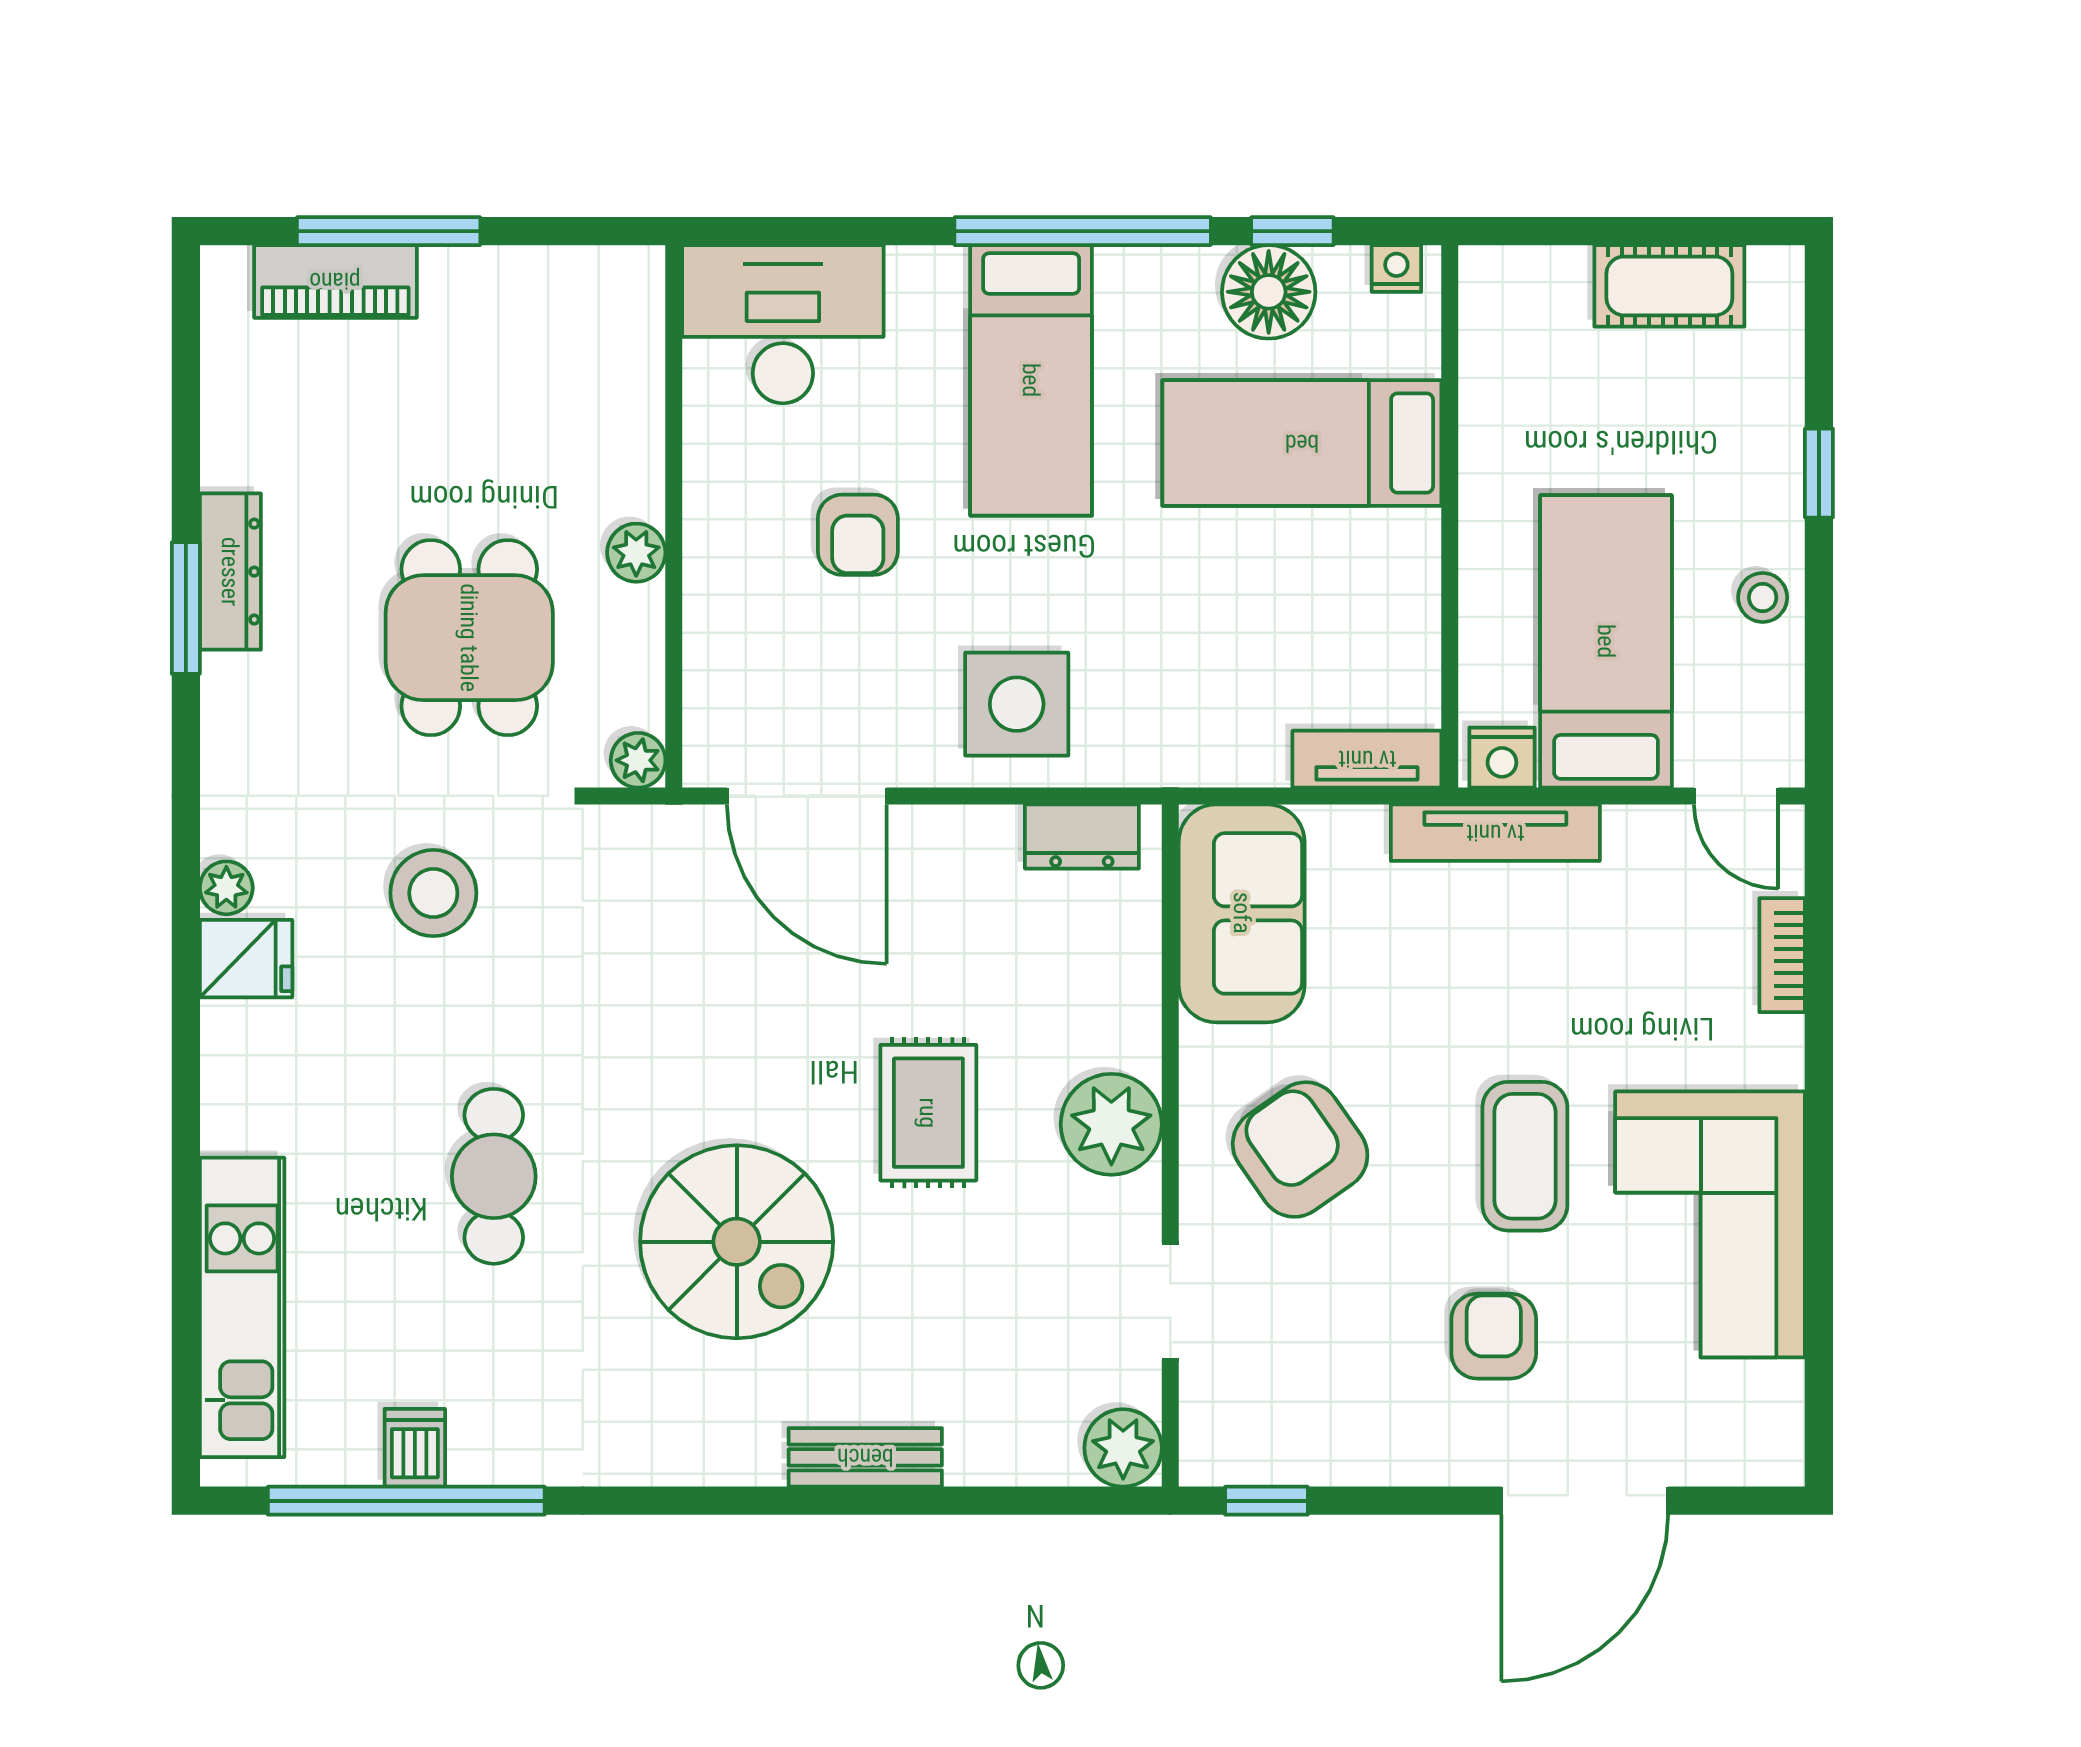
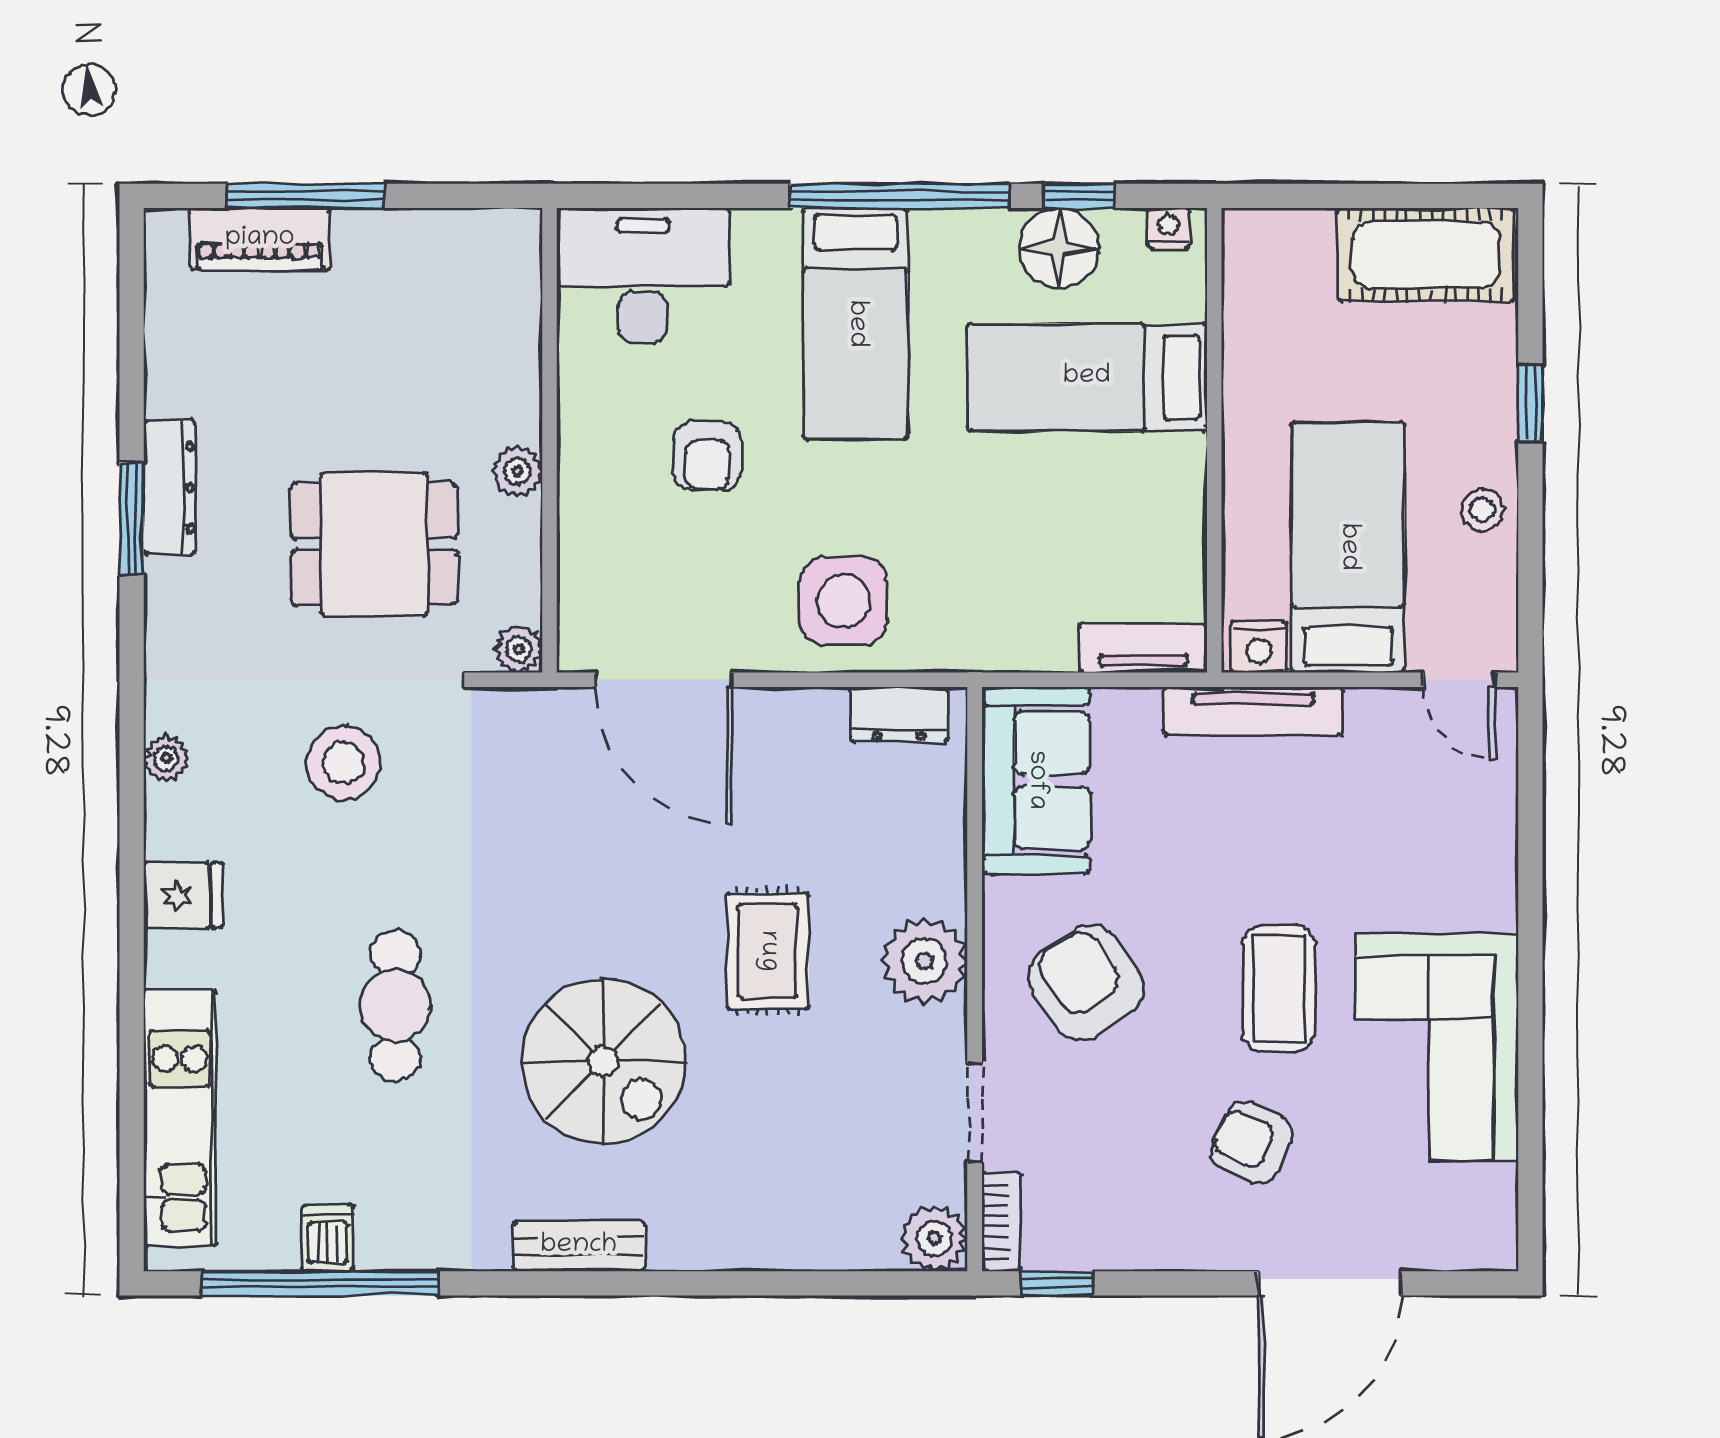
cot: (1669, 286) -> (1426, 255), width x1.37, depth x1.34
dining table: (469, 638) -> (374, 544), turned 90
bookcase: (1782, 955) -> (1001, 1222), moved, turned 180
fridge: (246, 959) -> (183, 895), moved
armchair: (1494, 1336) -> (1252, 1142), turned -65
bench: (865, 1457) -> (579, 1246), moved

